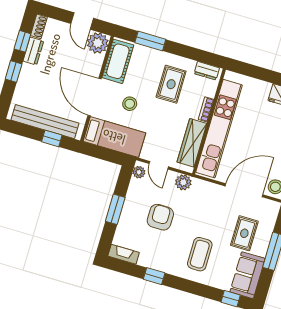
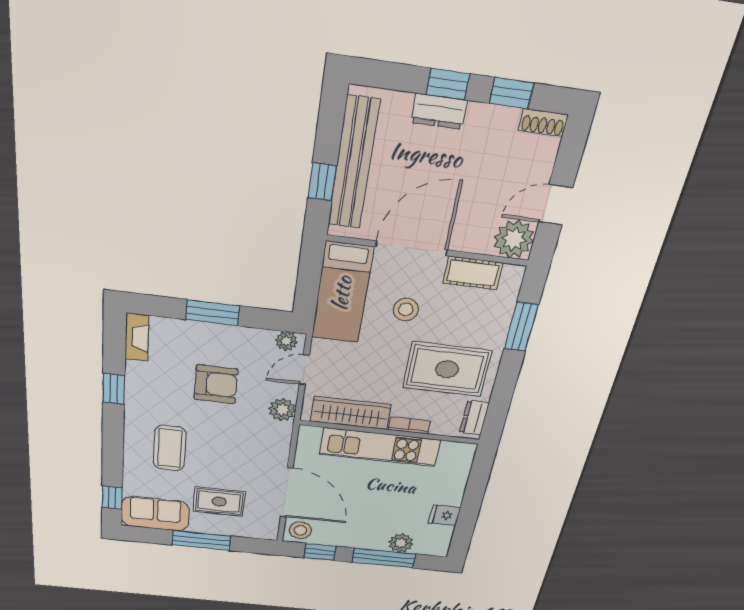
dresser: (33, 51) -> (439, 111), moved
cot: (118, 61) -> (473, 273), width x0.73, depth x0.75
rug: (171, 84) -> (447, 369), width x1.36, depth x1.43
kitchen unit: (219, 129) -> (380, 447), width x0.73
coffee table: (200, 254) -> (170, 448), turned 90

